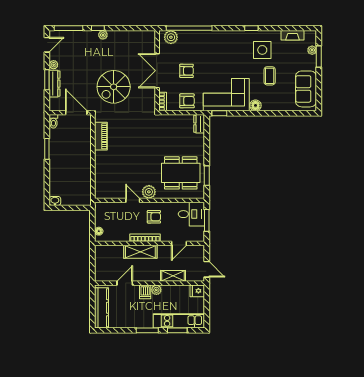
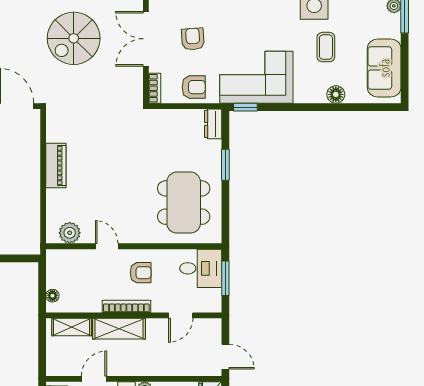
armchair: (187, 71) -> (193, 39), turned -94
spiral stairs: (114, 87) -> (74, 38), moved
floor lamp: (255, 105) -> (336, 94), moved
piano: (101, 136) -> (56, 166), moved
dining table: (181, 173) -> (184, 203), turned 90
window: (207, 176) -> (225, 165), moved
plant: (149, 192) -> (70, 233), moved
shelving: (173, 276) -> (72, 327), moved

